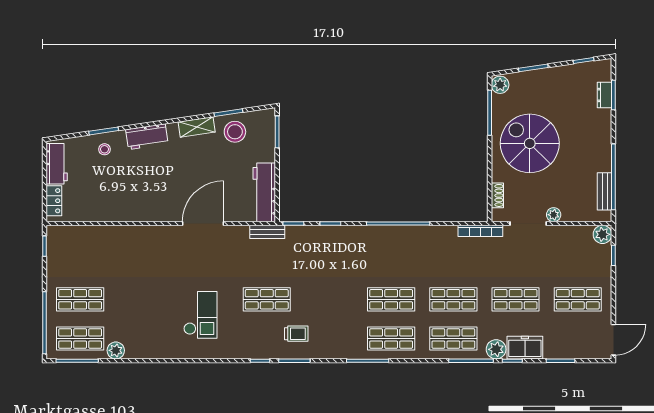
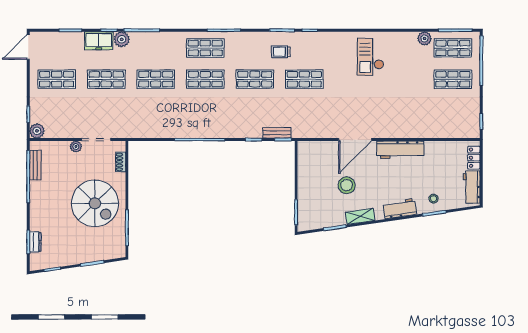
plant: (500, 85) -> (119, 250), removed
stool: (235, 132) -> (347, 185), moved
workbench: (264, 192) -> (400, 150), moved, turned 90
bookcase: (480, 231) -> (134, 134), removed
bench: (267, 232) -> (277, 133), moved
checkout: (200, 315) -> (370, 57), moved
shop shelf: (453, 338) -> (255, 79), moved

